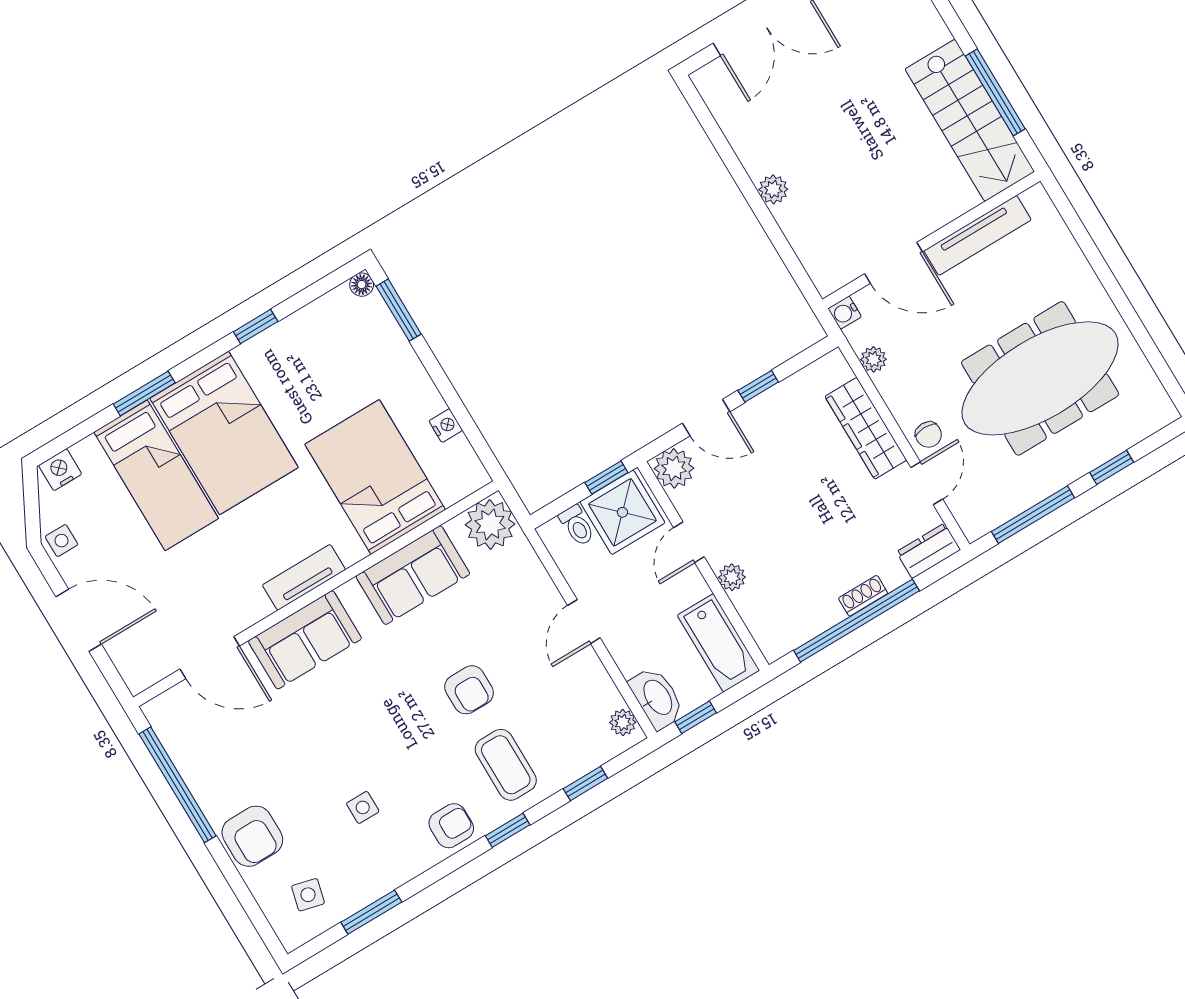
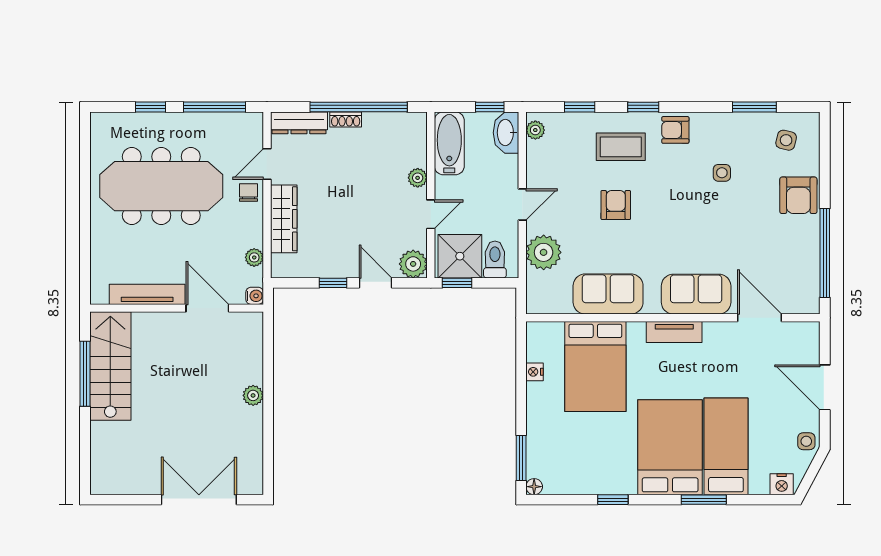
plant: (490, 524) -> (544, 252), moved
toilet: (577, 526) -> (495, 259), width x1.37, depth x1.39
dresser: (928, 551) -> (299, 123), width x1.44
coffee table: (506, 765) -> (621, 147), turned 90
armchair: (252, 836) -> (798, 195), turned 180

